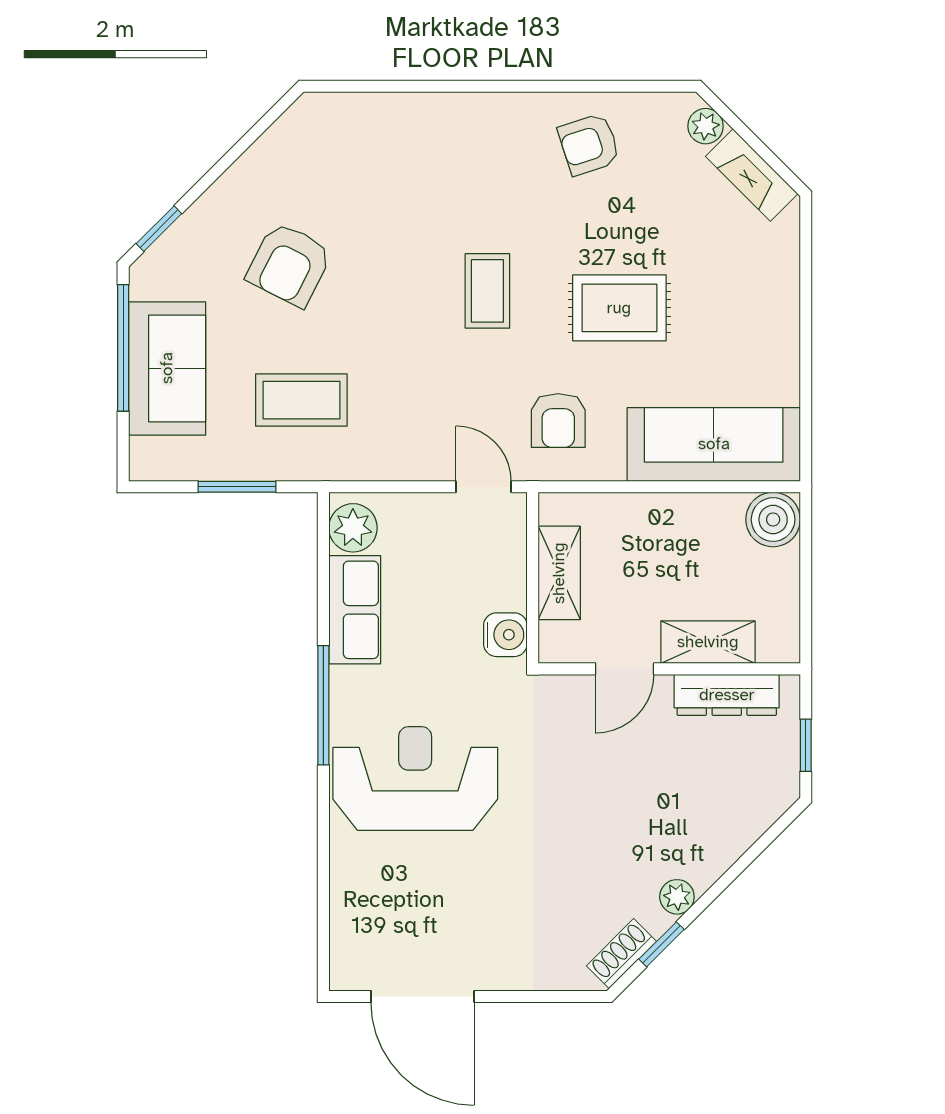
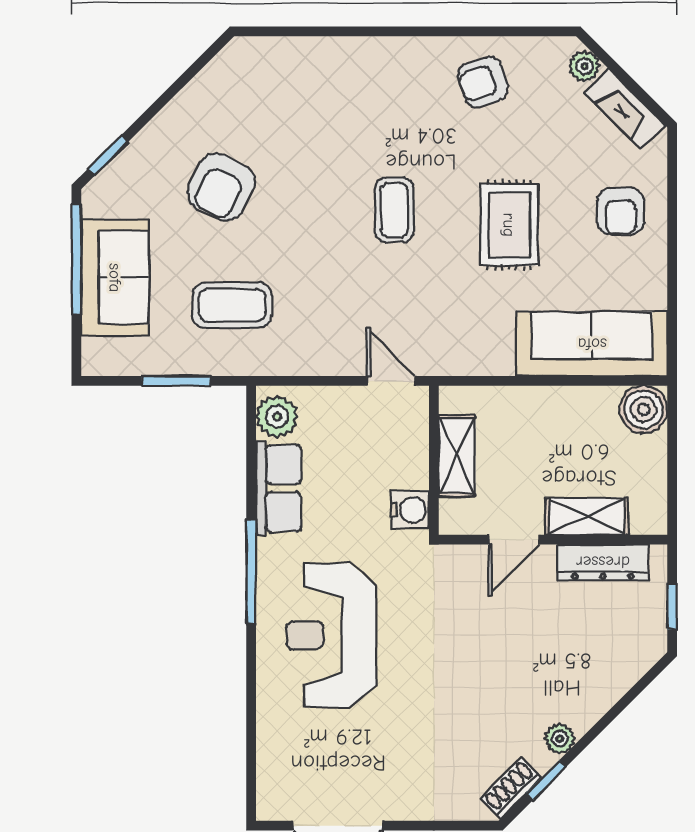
rug: (619, 308) -> (509, 225), turned 90
armchair: (558, 421) -> (621, 211), moved
reception desk: (415, 778) -> (331, 635), turned -90

